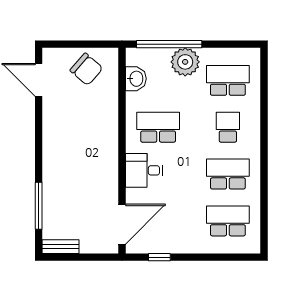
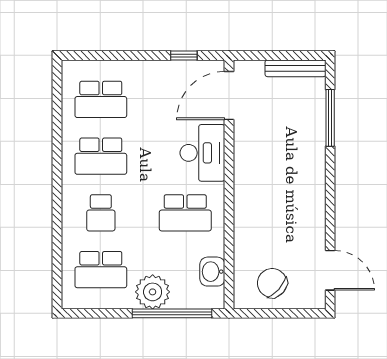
desk: (144, 170) -> (202, 153), width x1.37
bench: (60, 247) -> (295, 68), width x1.36

